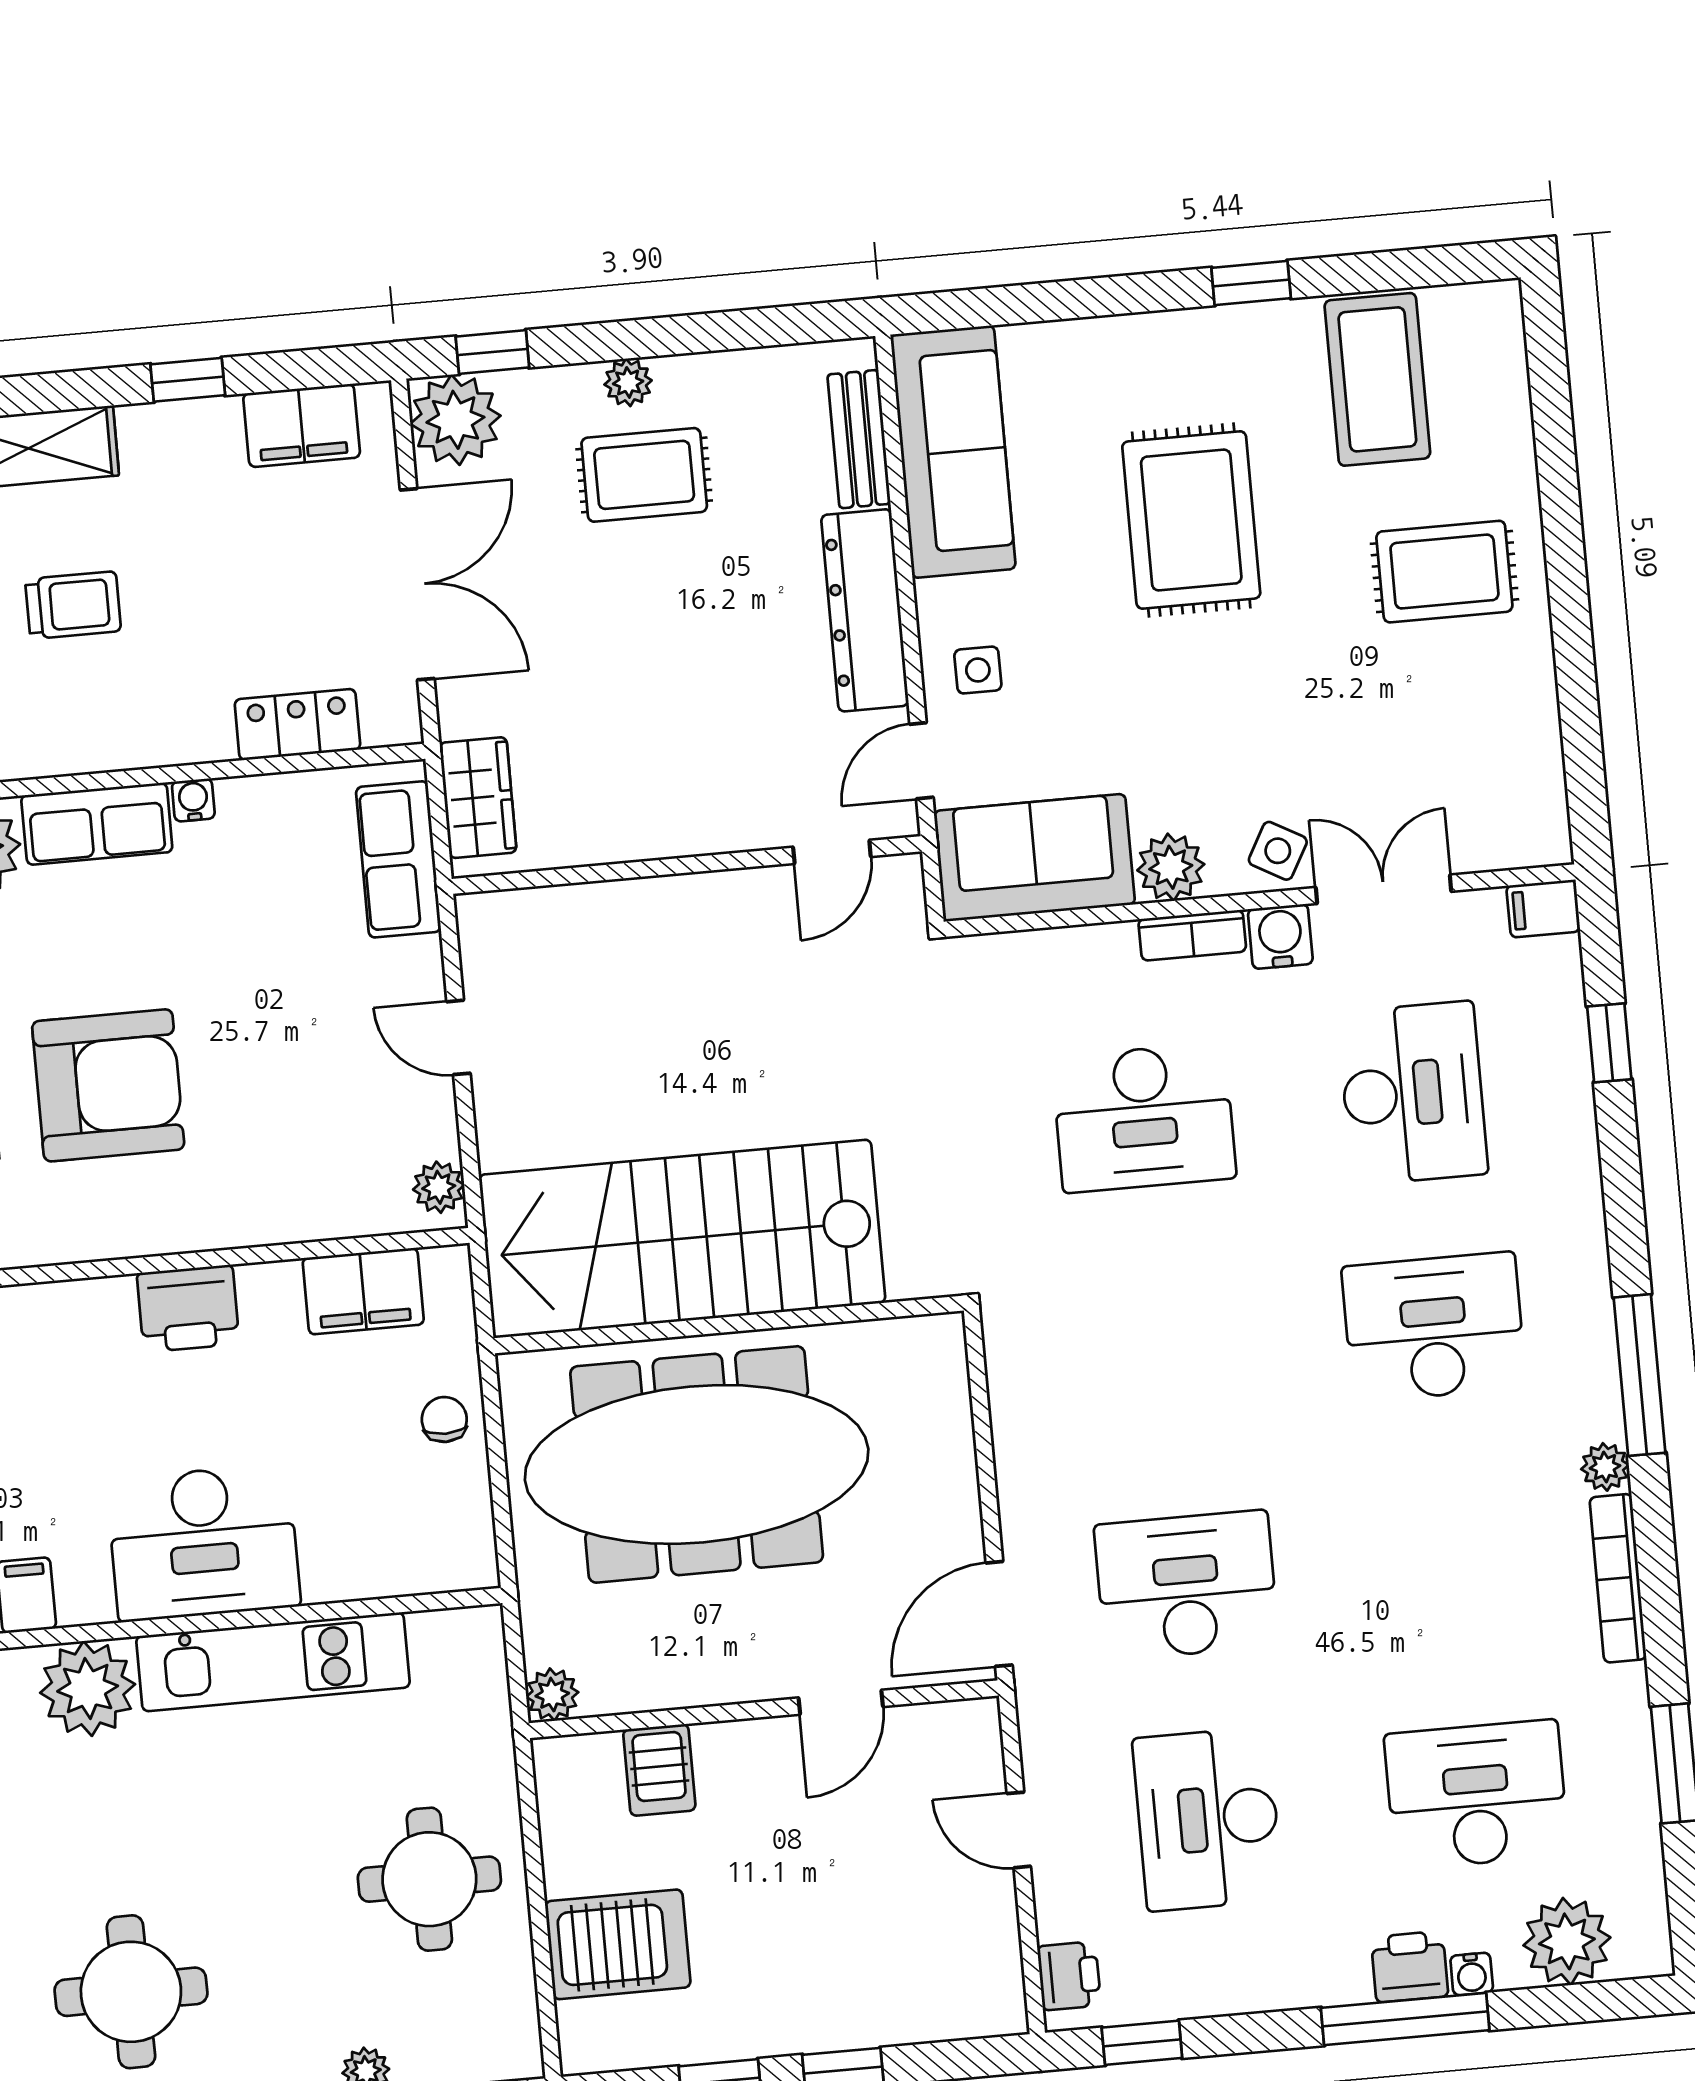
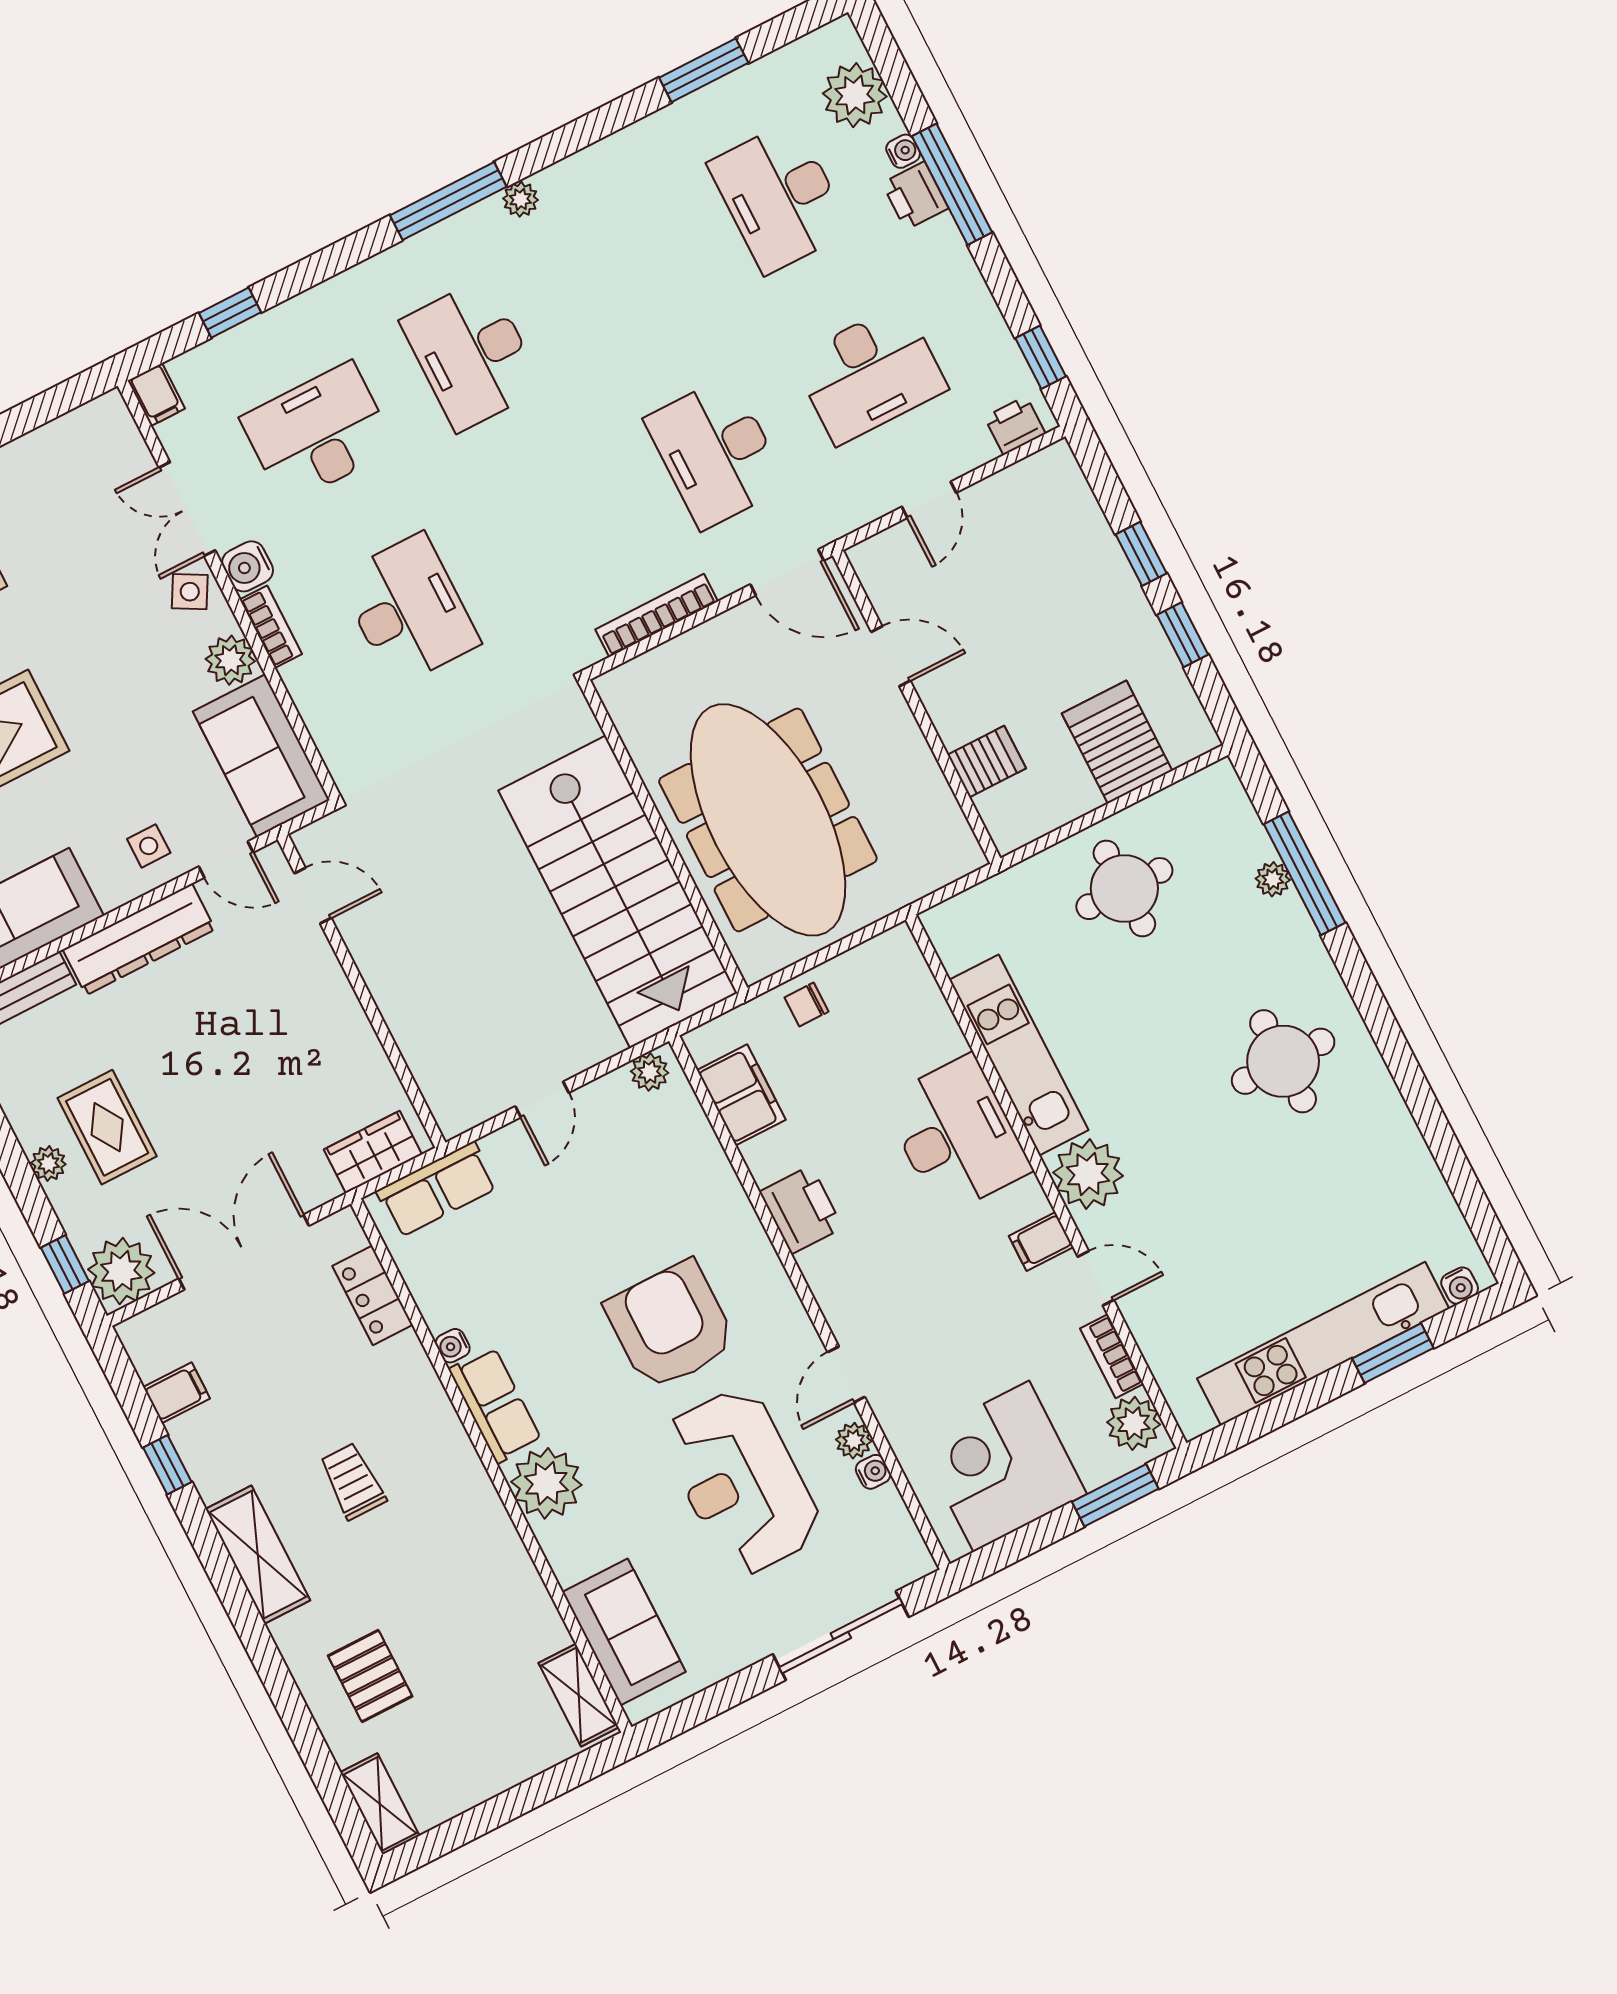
filing cabinet: (302, 425) -> (177, 1393), width x0.50
bookcase: (1618, 1578) -> (657, 615), moved, turned 180
plant: (552, 1695) -> (965, 855), removed

